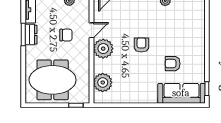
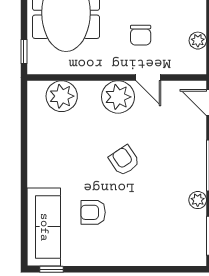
armchair: (141, 45) -> (124, 160), turned -124
armchair: (173, 64) -> (93, 212), turned -90

